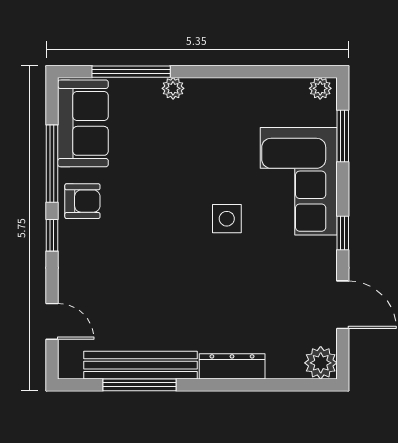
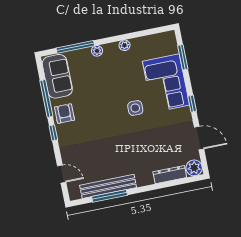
plant: (320, 88) -> (125, 45), moved
armchair: (82, 201) -> (65, 114), turned -90
dresser: (232, 366) -> (170, 175), moved

